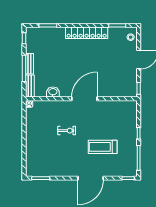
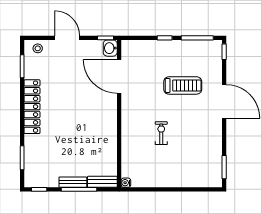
washbasin: (53, 92) -> (110, 48), moved
door: (84, 99) -> (119, 76), moved
treadmill: (103, 147) -> (183, 85), turned -90

